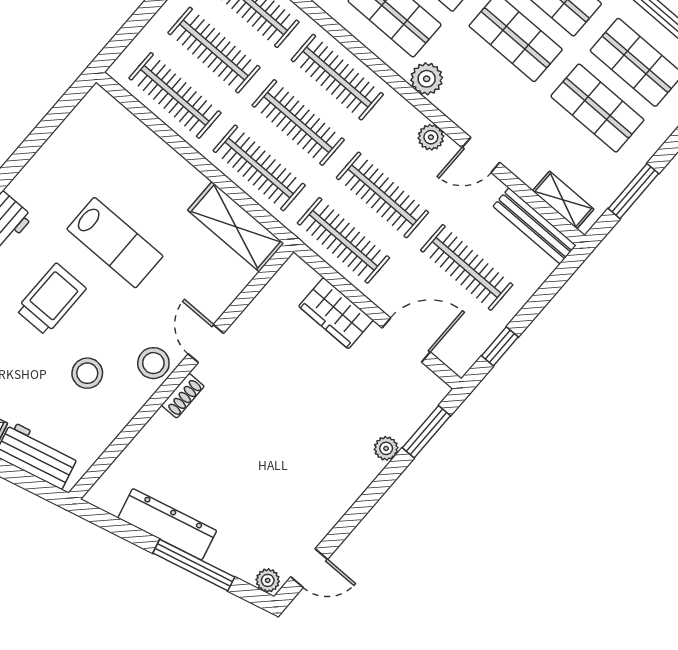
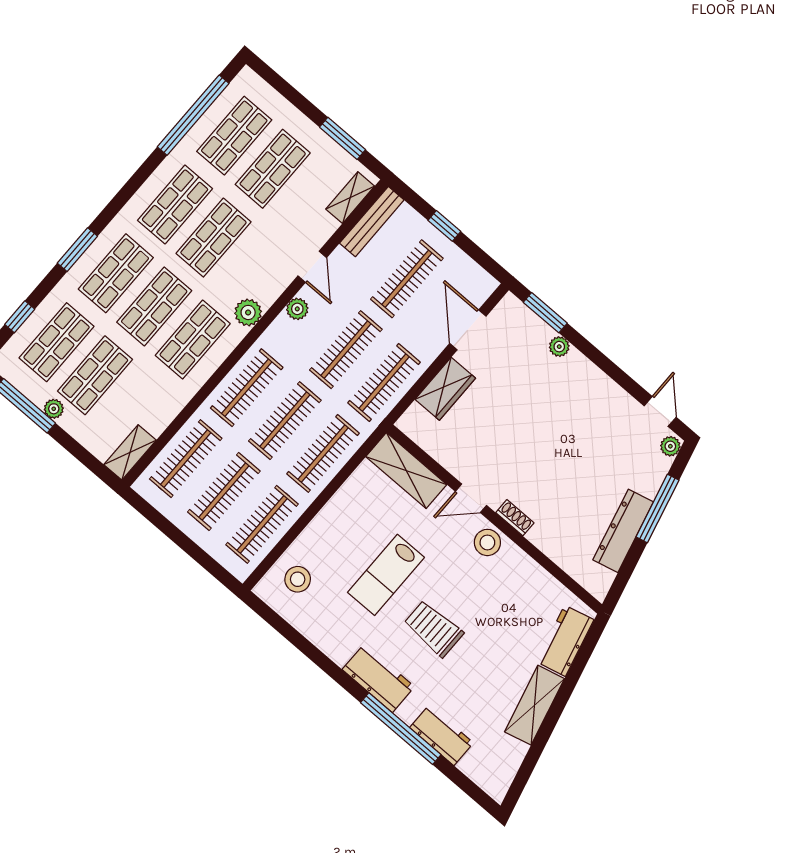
shelving: (236, 227) -> (406, 471), moved, turned 90
lab bench: (115, 243) -> (386, 575), turned 180
window: (500, 346) -> (444, 226), moved
stool: (87, 373) -> (298, 579), moved

